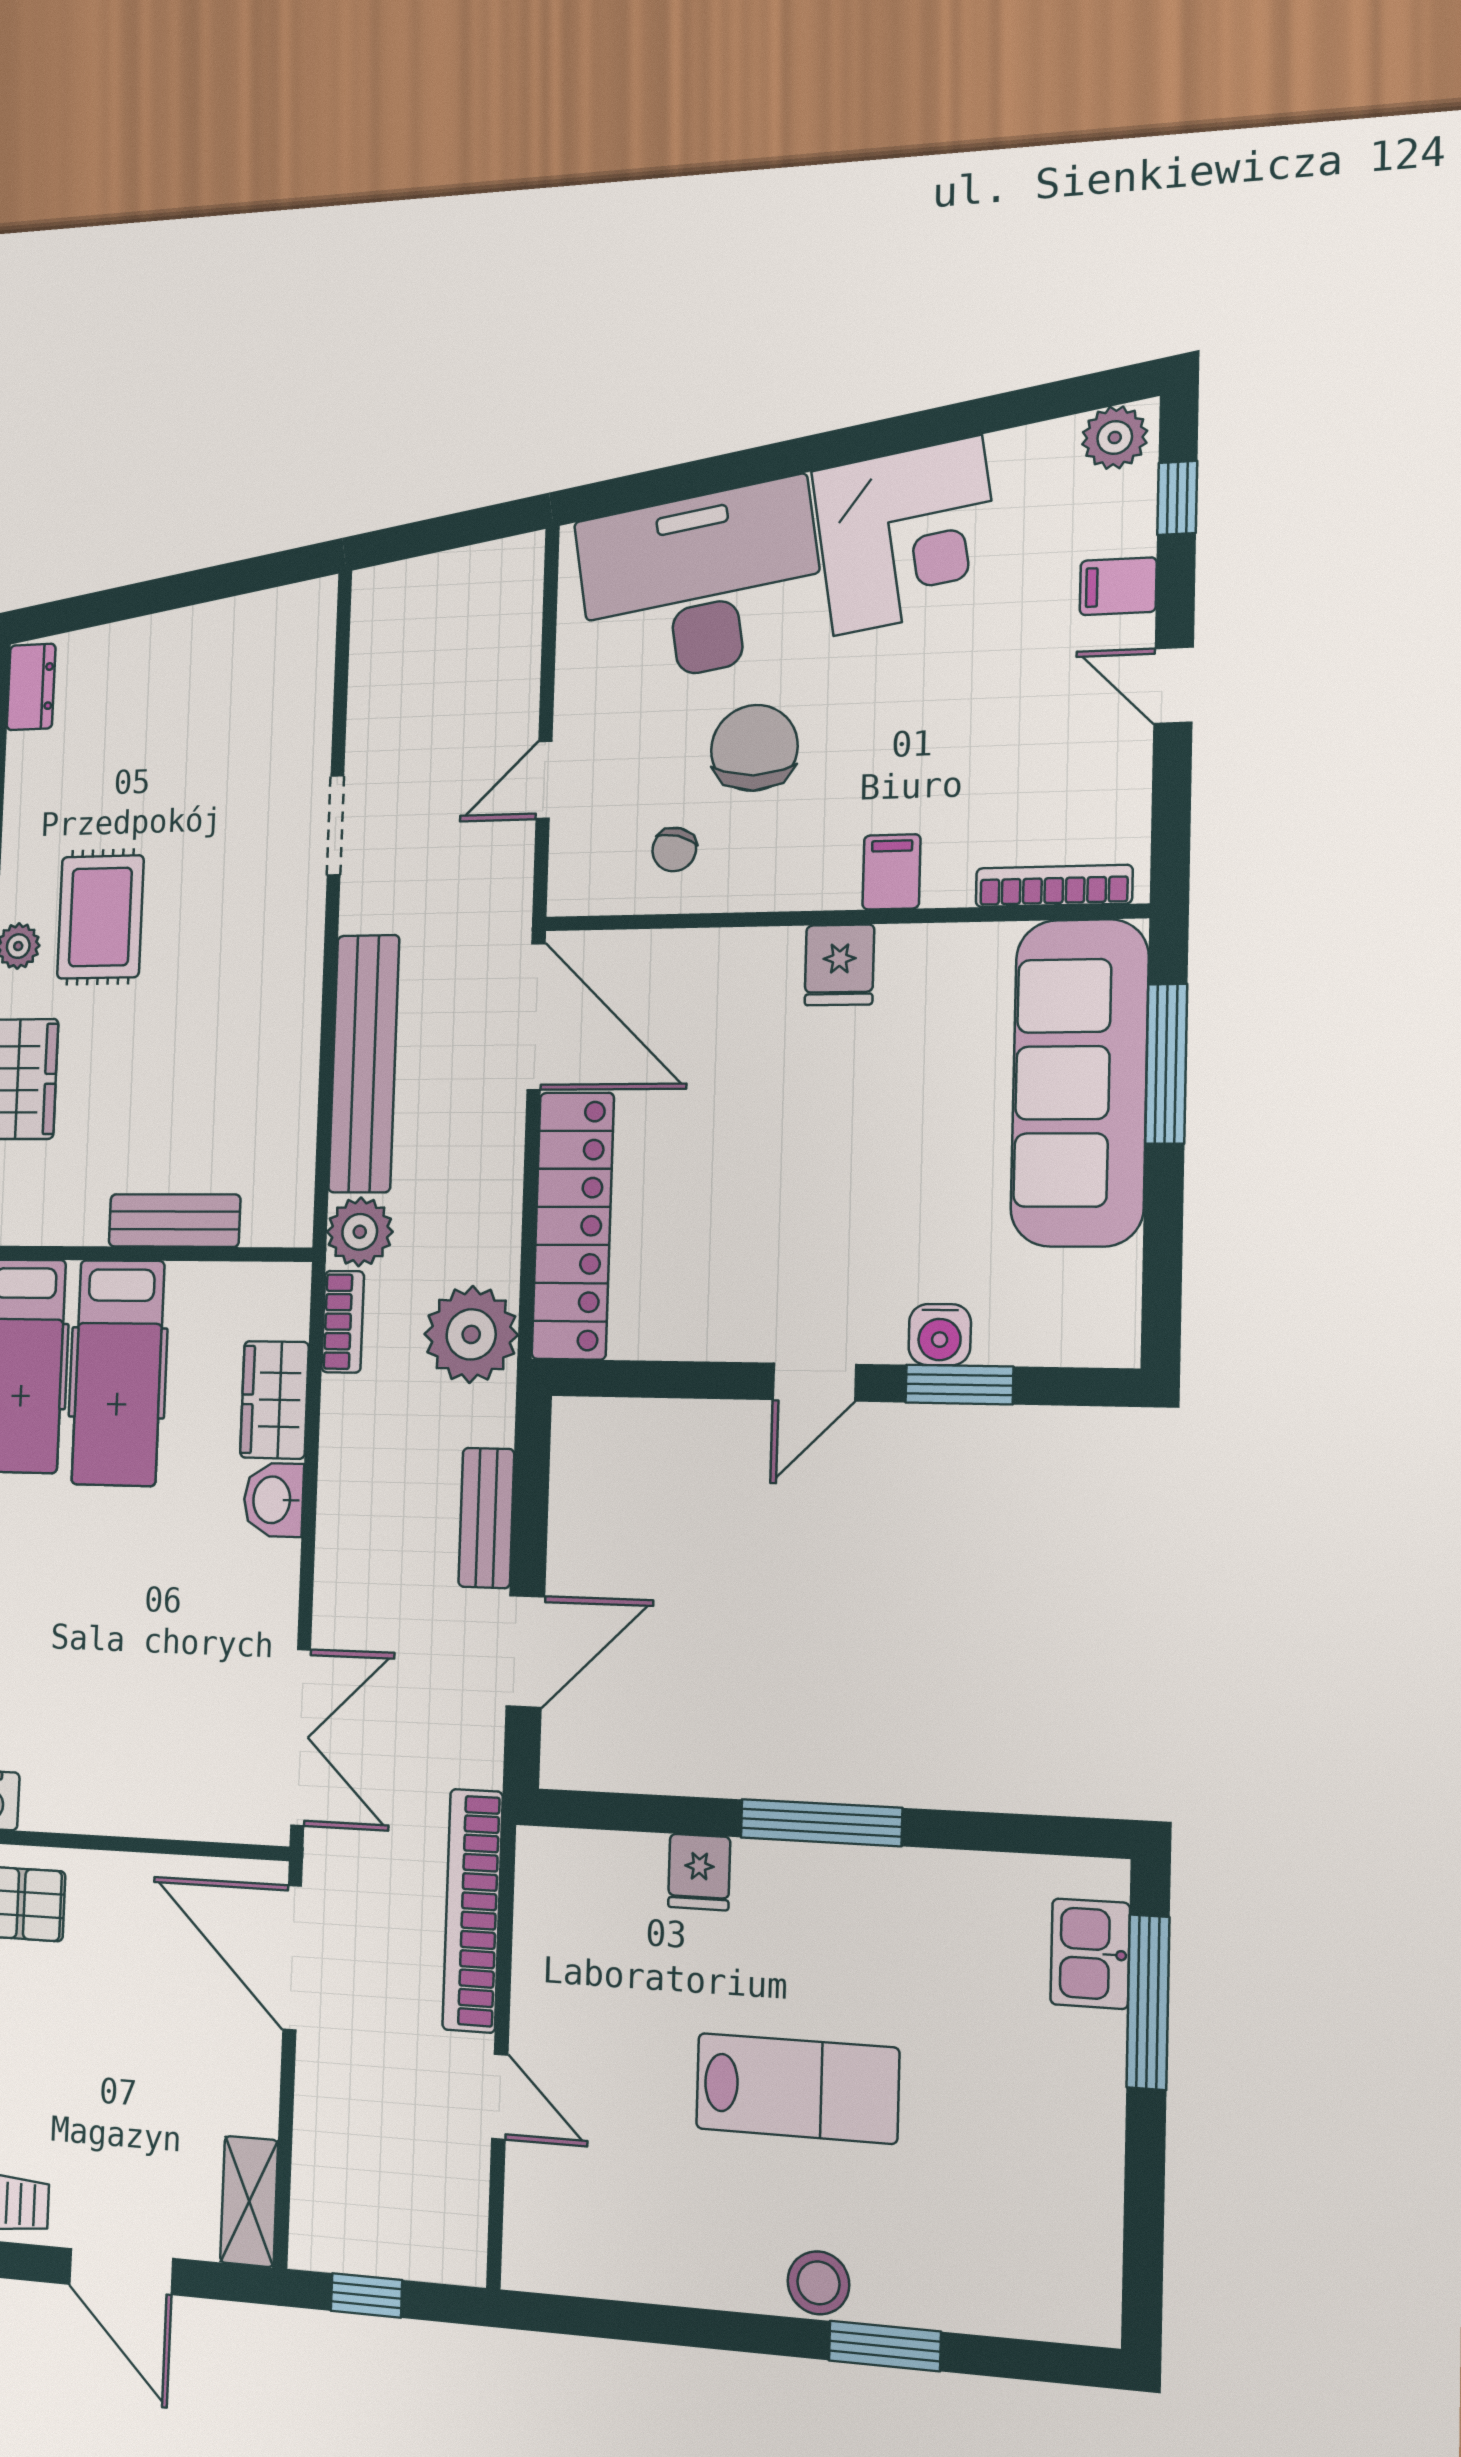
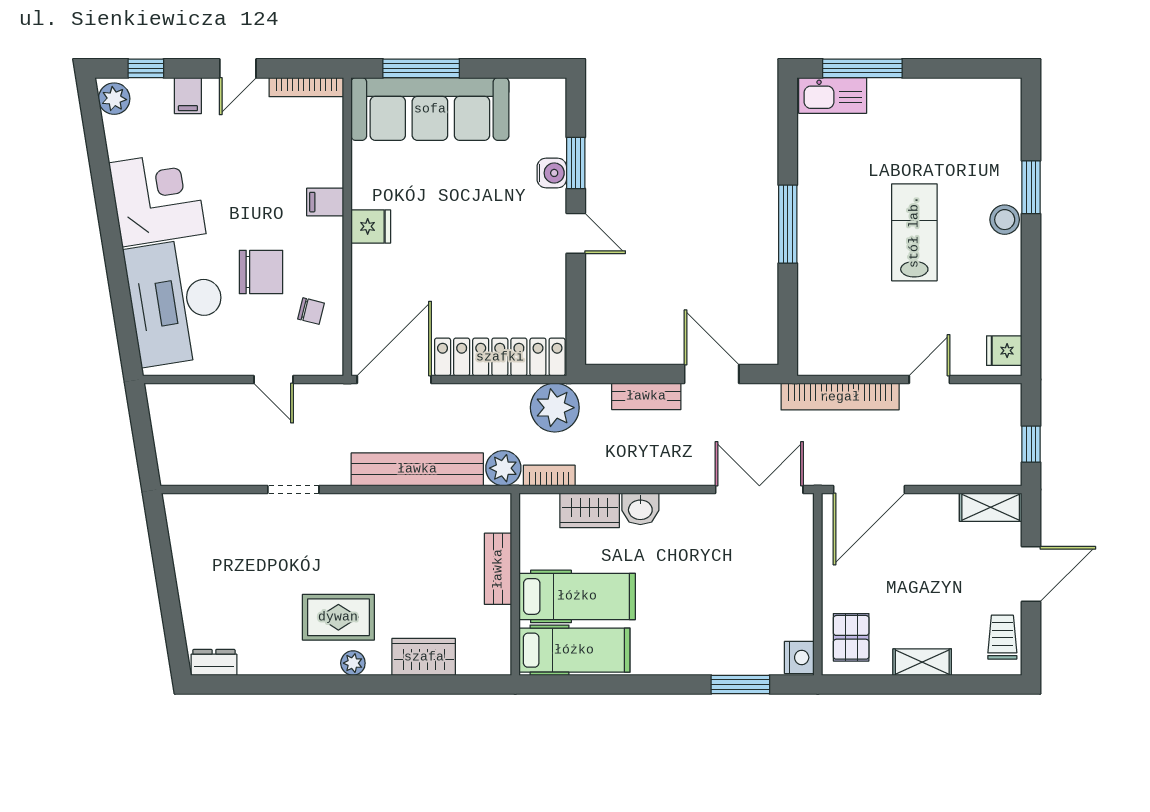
chair: (754, 748) -> (261, 272), turned 180
bookcase: (1054, 886) -> (306, 87), moved, turned -90
fridge: (699, 1872) -> (1004, 351), moved, turned 180
kitchen sink: (1090, 1954) -> (833, 95), width x1.38

